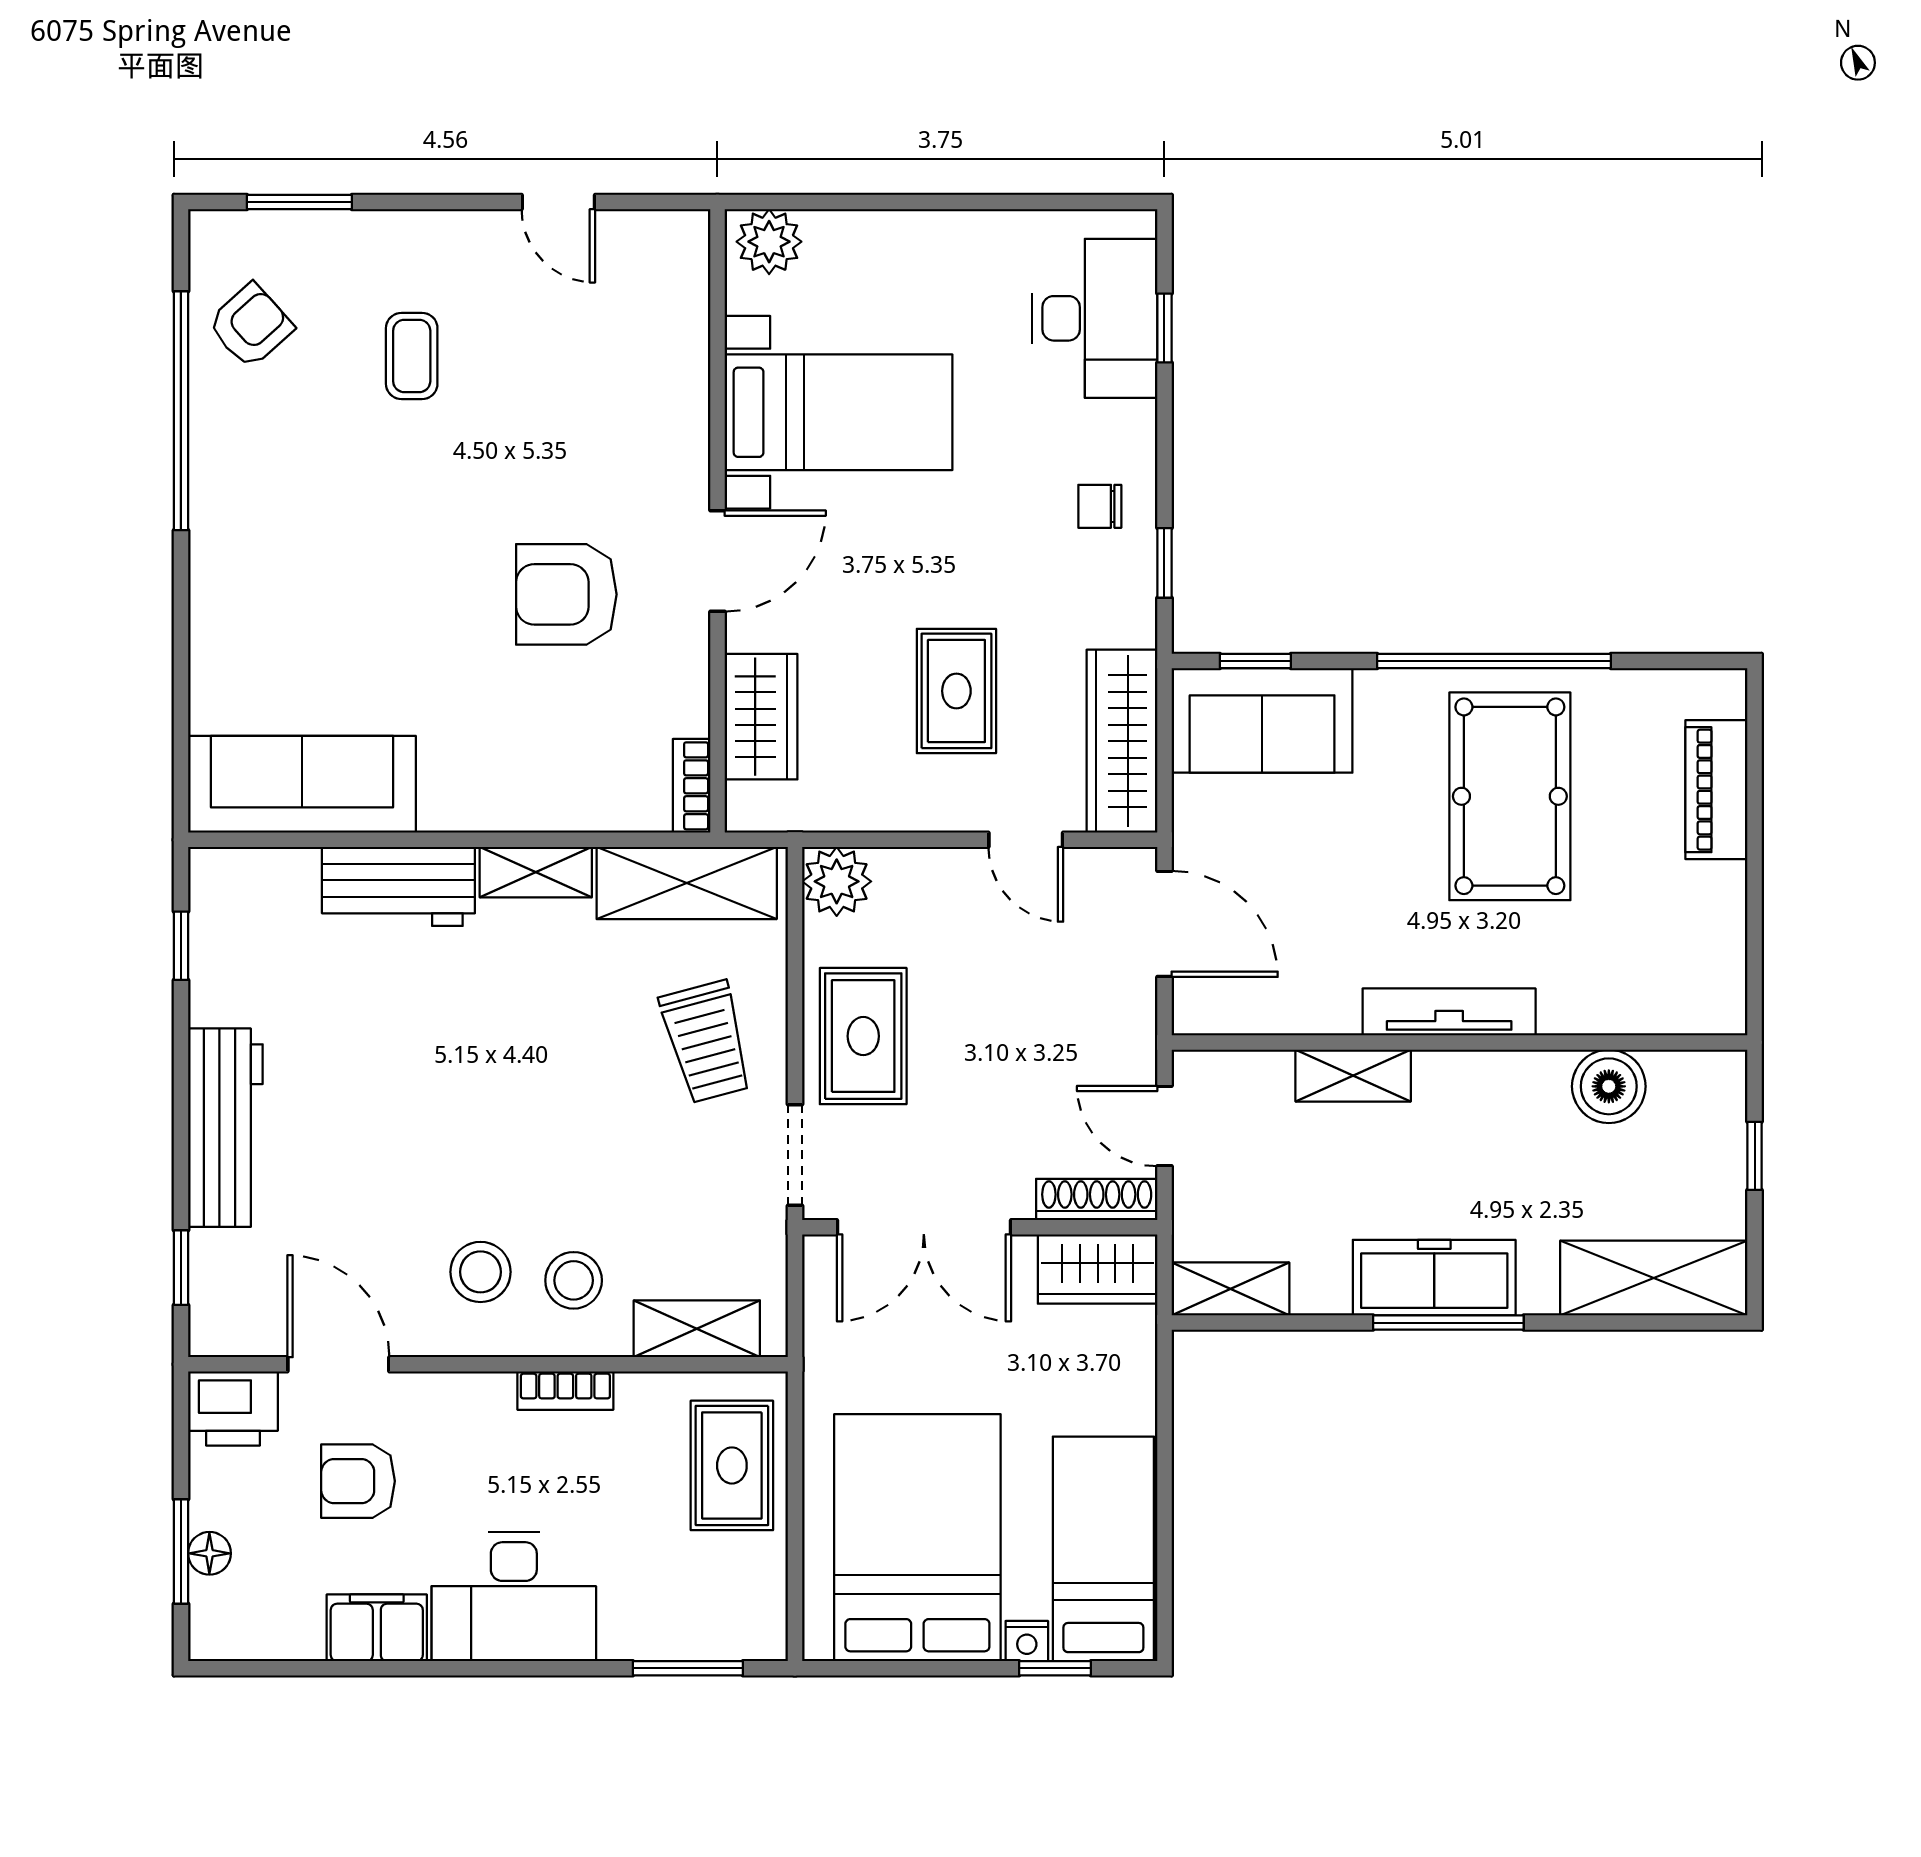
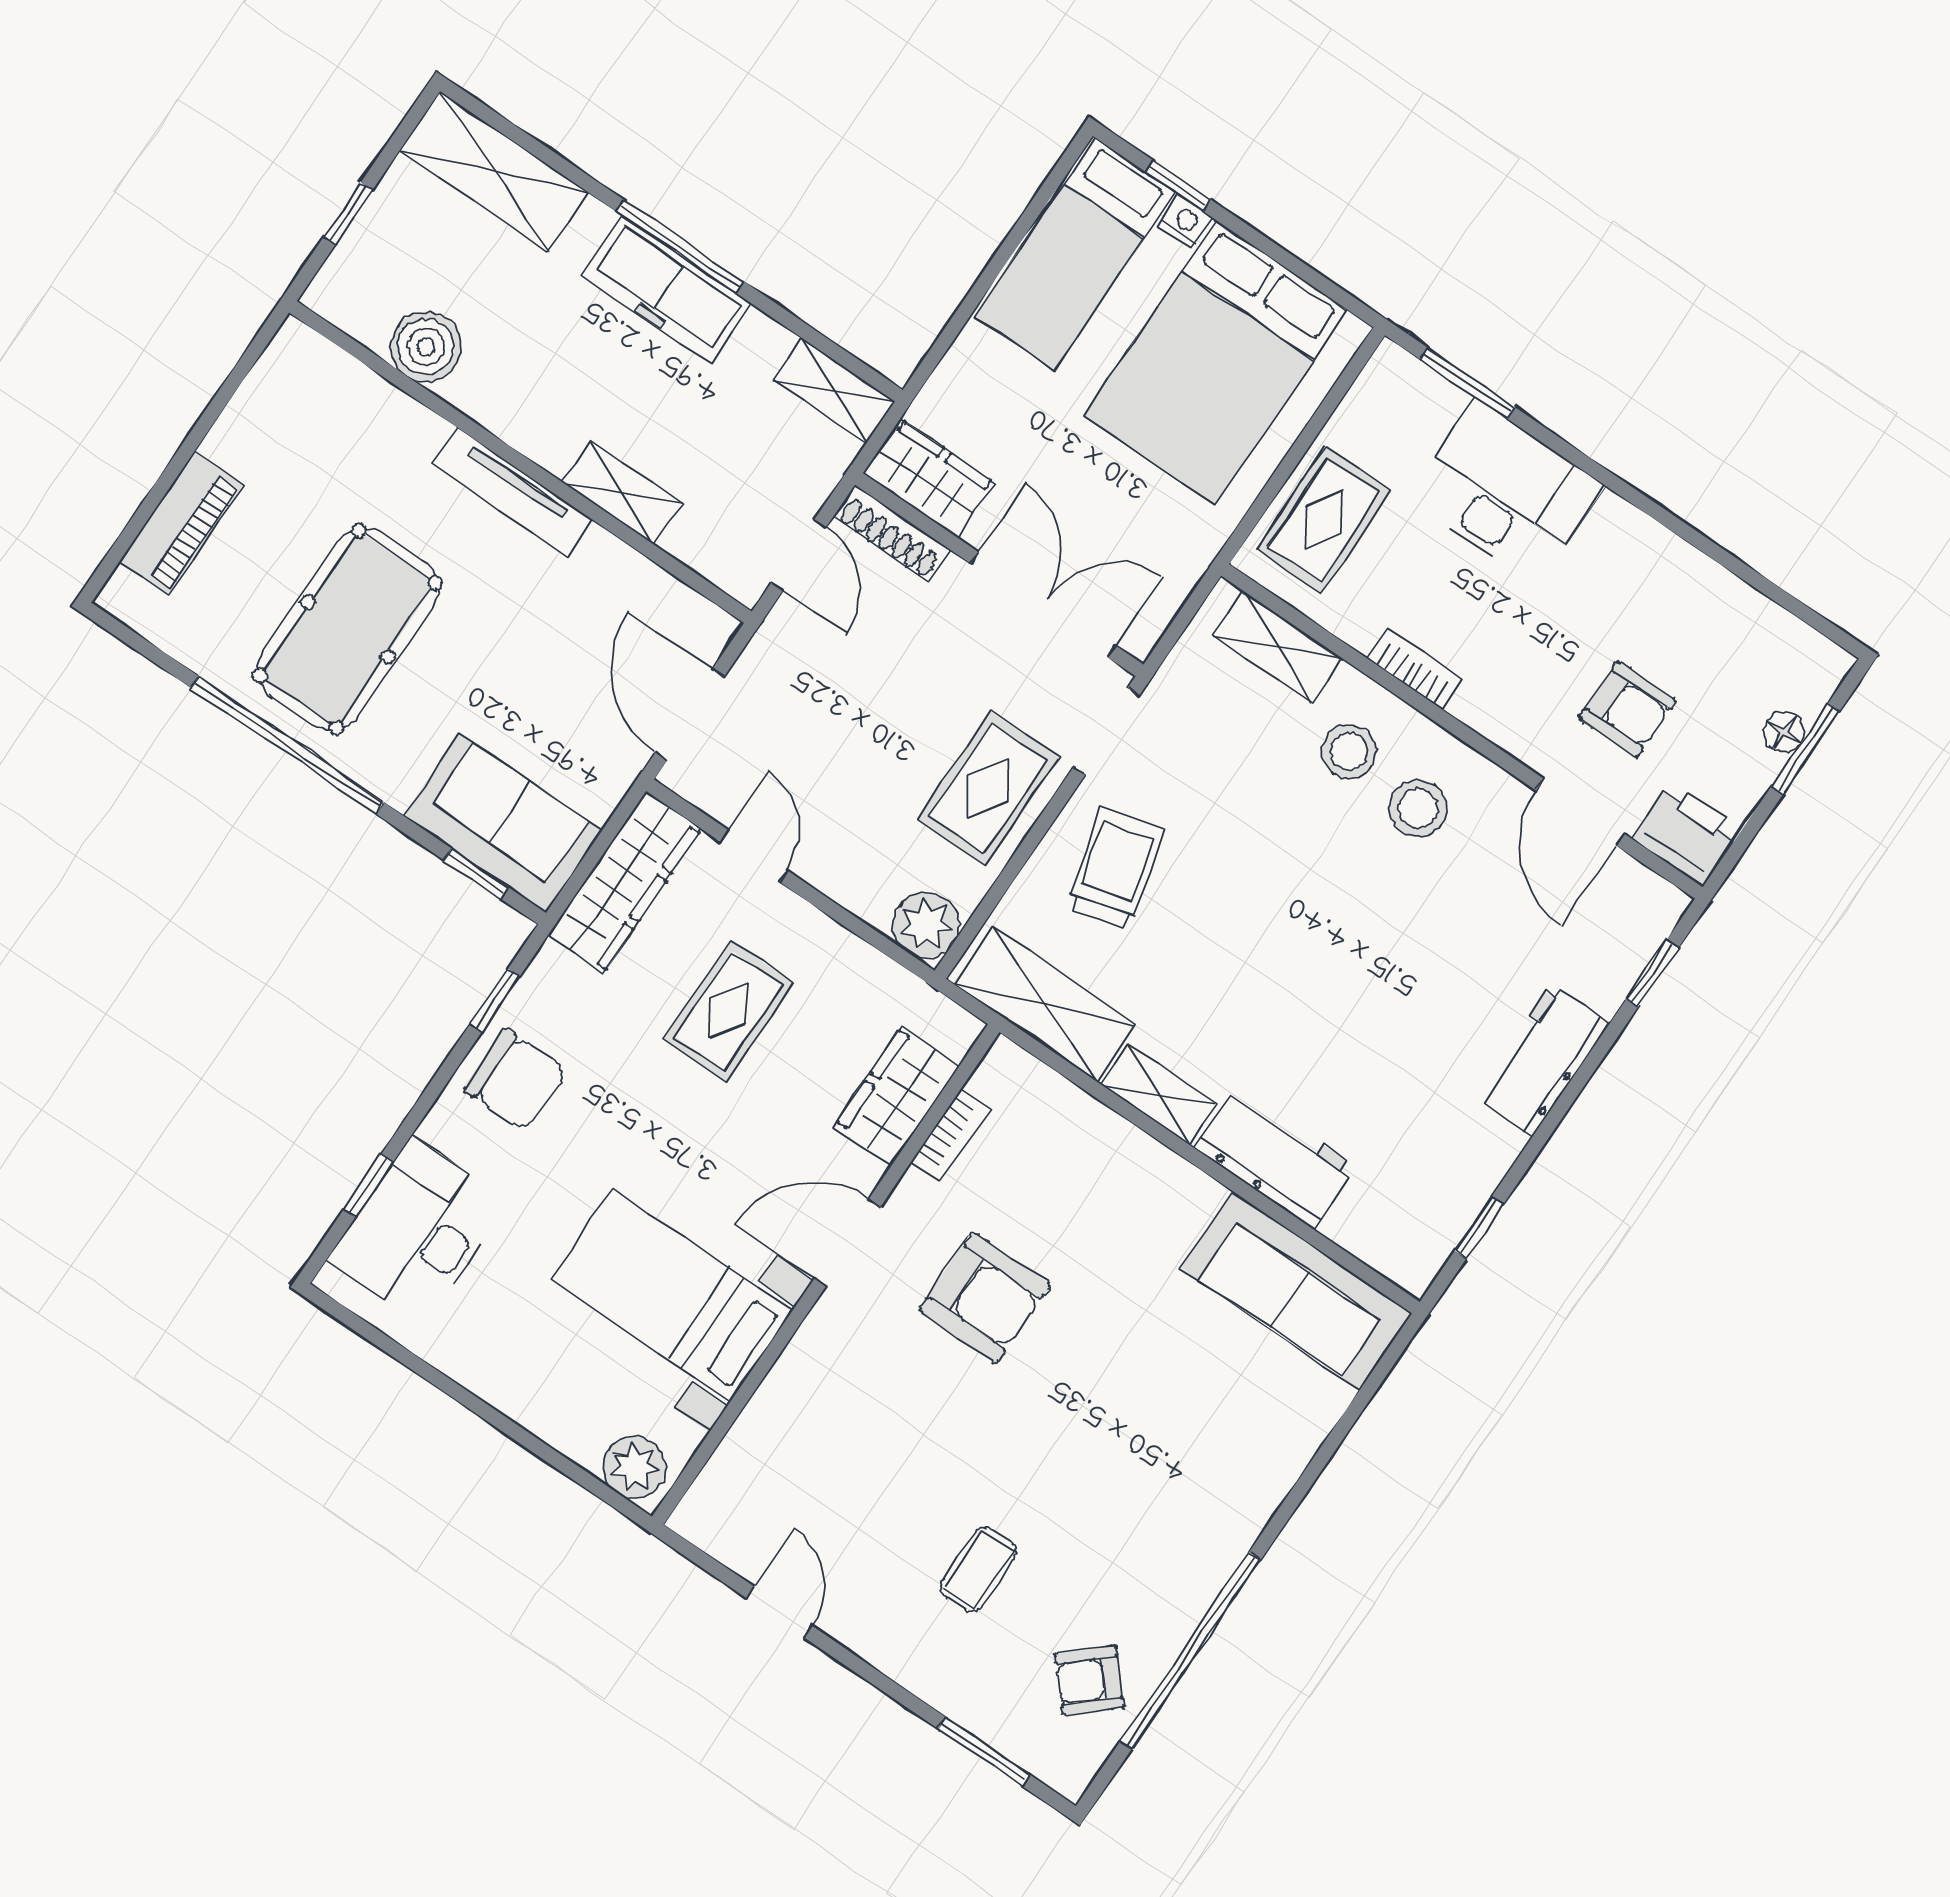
chair: (1100, 506) -> (516, 1080), width x1.87, depth x1.87
bookcase: (692, 786) -> (951, 1135), moved
workbench: (225, 1128) -> (1542, 1060), width x0.73
desk: (514, 1596) -> (1506, 492), moved
filing cabinet: (377, 1628) -> (1692, 583), removed

